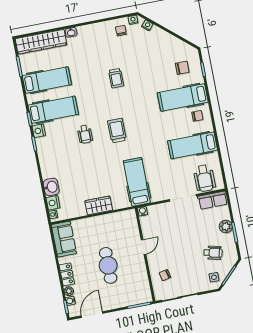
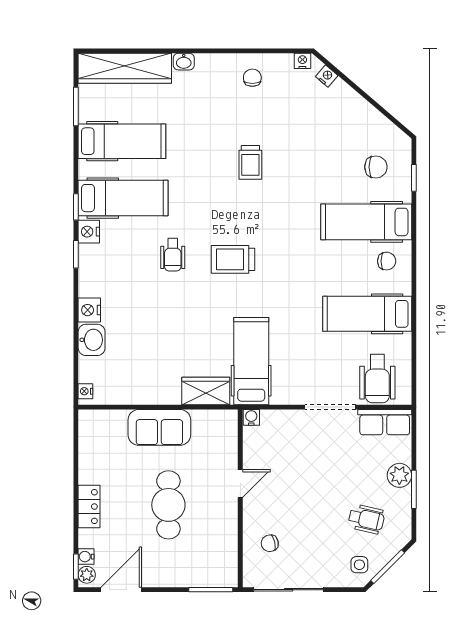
chair: (121, 31) -> (252, 78), moved
trolley: (117, 131) -> (233, 259), turned -90
nightstand: (53, 203) -> (89, 310), moved
wardrobe: (99, 205) -> (206, 391), moved
sofa: (64, 239) -> (159, 427), moved, turned 90
plant: (69, 291) -> (87, 575), moved

